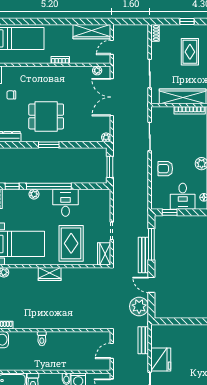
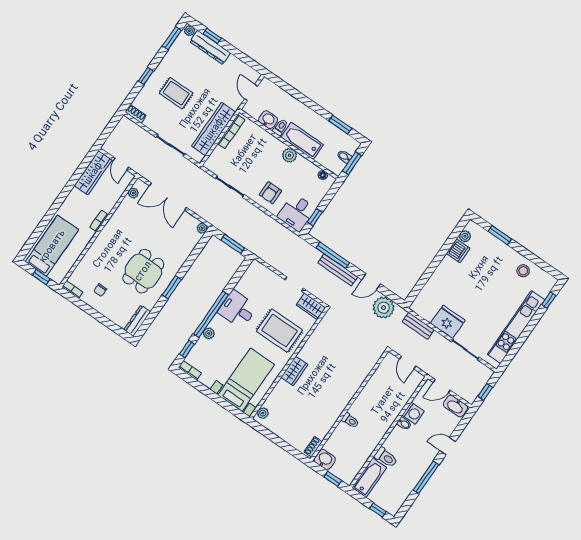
desk: (183, 196) -> (297, 213), moved, turned 90

